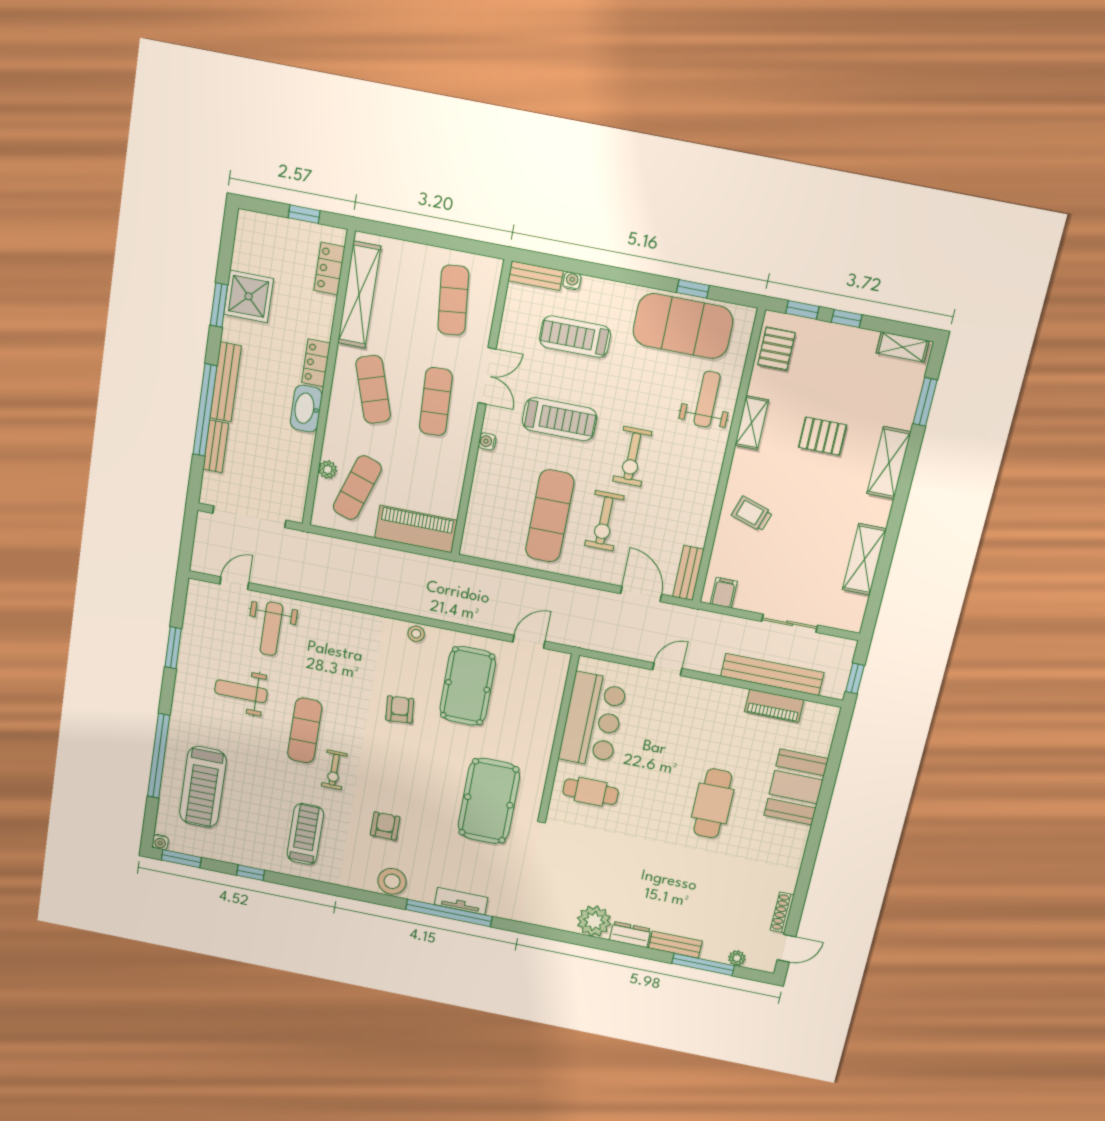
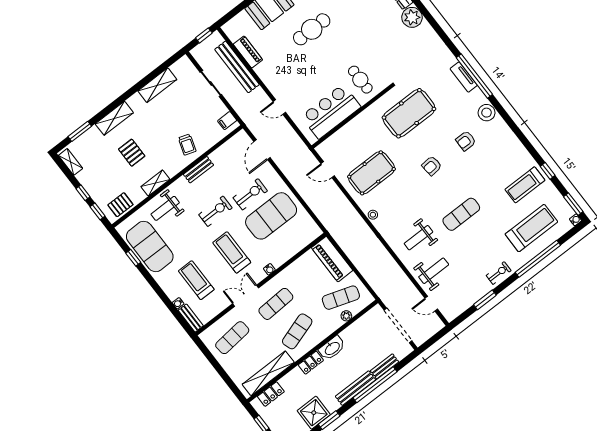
treadmill: (575, 337) -> (196, 280), turned 180
exercise mat: (550, 516) -> (271, 216), width x1.47
bench: (688, 573) -> (199, 170), moved
weight bench: (241, 691) -> (418, 238), moved, turned 90
armchair: (400, 709) -> (432, 166), moved
exercise bike: (334, 770) -> (499, 273), moved
treadmill: (305, 834) -> (525, 185), moved

